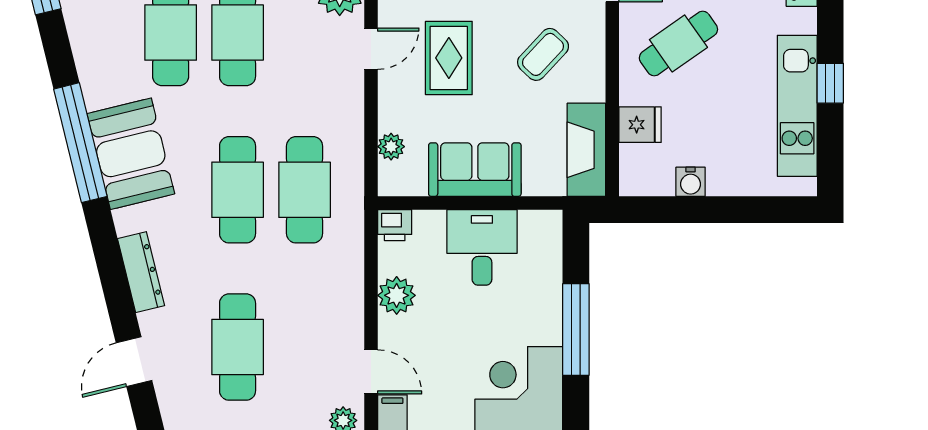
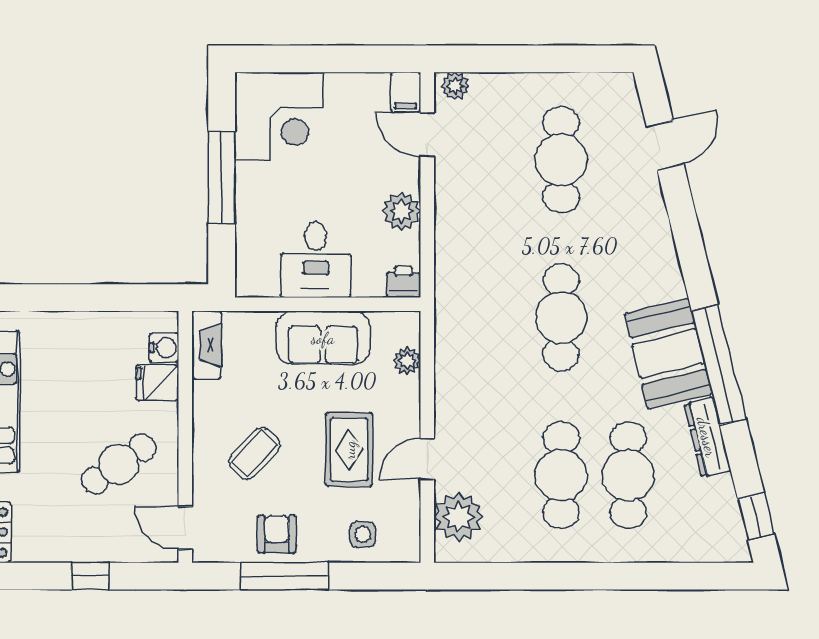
fireplace: (586, 150) -> (206, 345), width x0.73, depth x0.76
water cooler: (691, 182) -> (164, 348), moved, turned 90
cafe table: (305, 190) -> (494, 317), removed
dresser: (141, 272) -> (707, 437), moved

